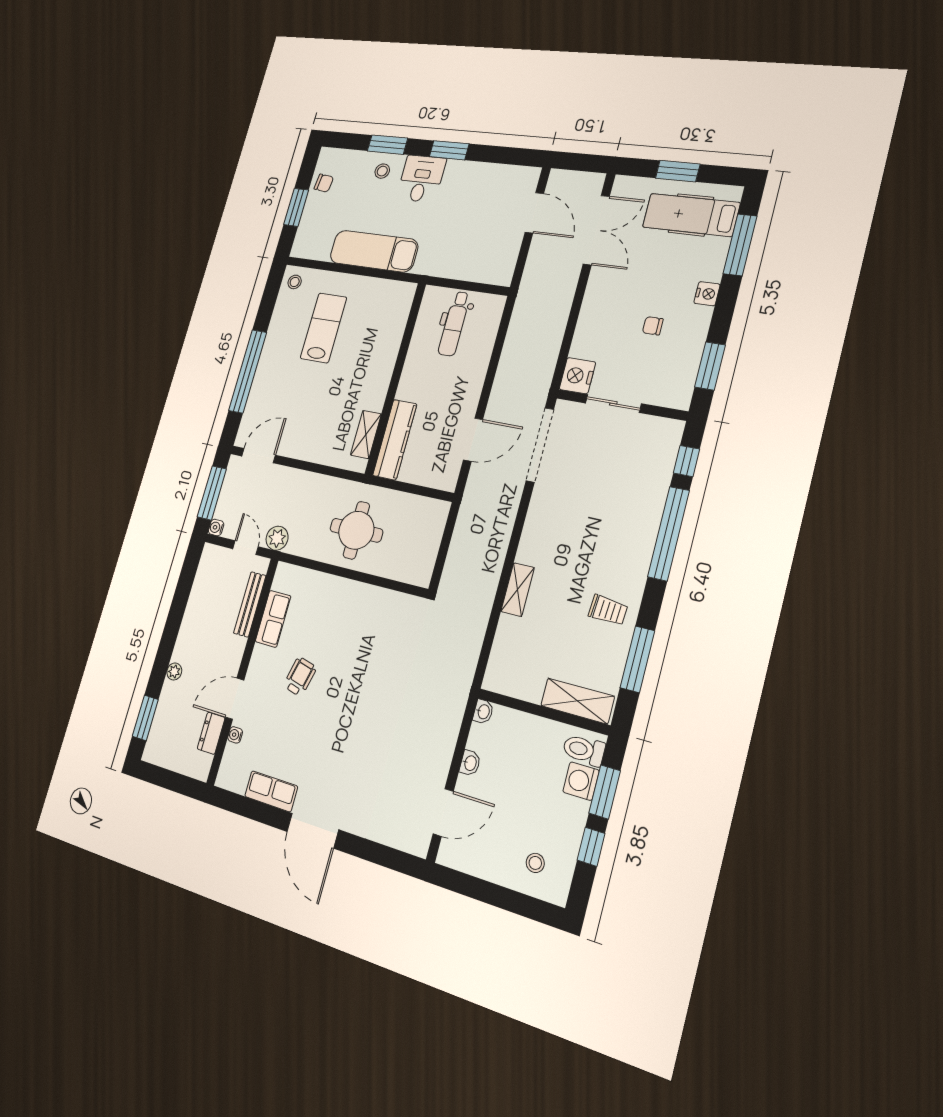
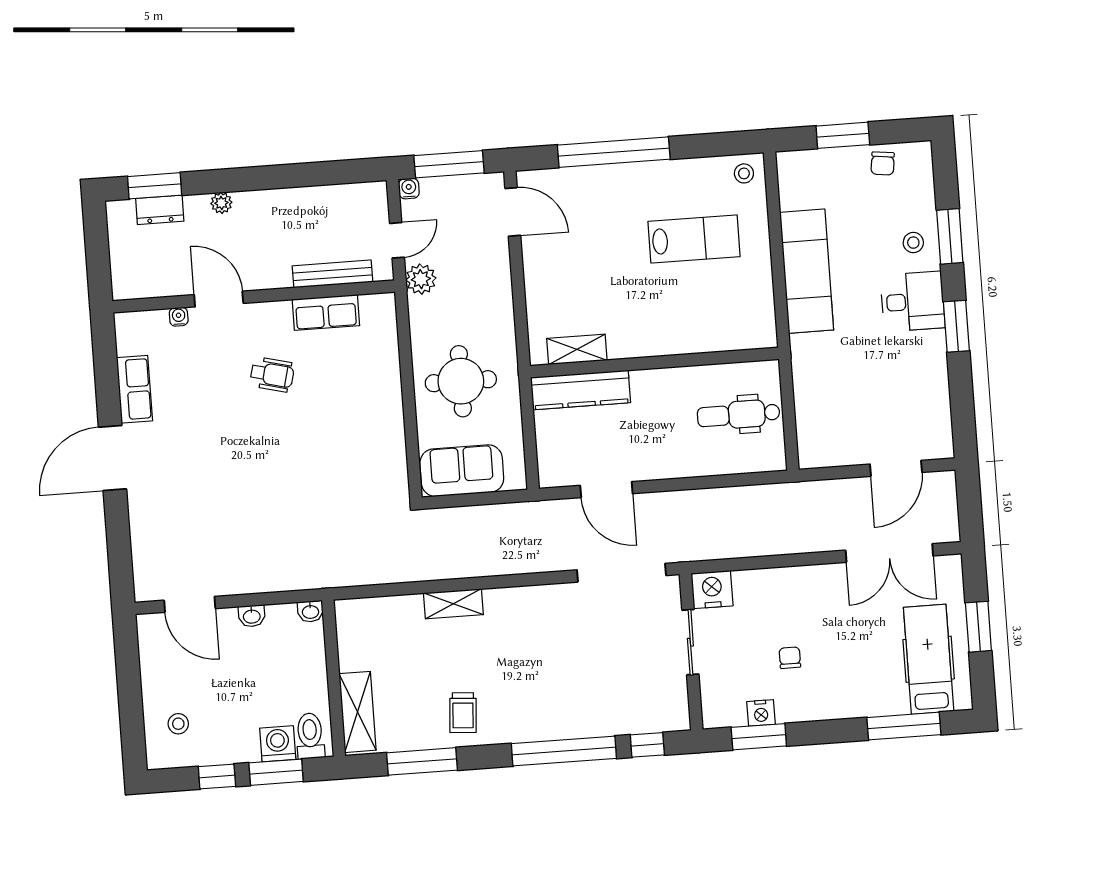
nightstand: (707, 294) -> (761, 713), moved
sofa: (420, 550) -> (462, 471), added
dresser: (211, 733) -> (160, 210), moved, turned 180

